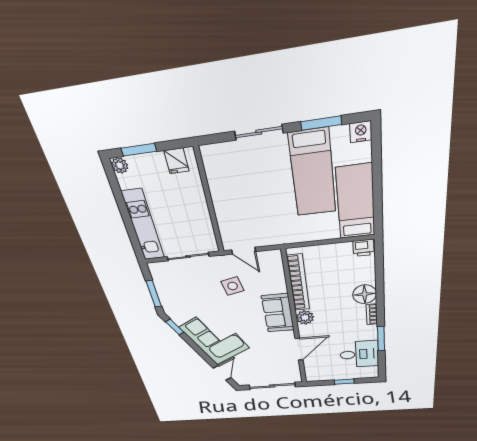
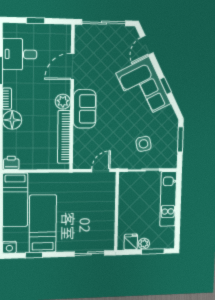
window: (321, 123) -> (34, 255), width x0.67
sliding door: (259, 132) -> (89, 253), moved
plant: (120, 165) -> (144, 244), moved
door: (244, 251) -> (101, 170), hinge flipped
side table: (233, 286) -> (144, 144), moved
window: (175, 327) -> (166, 86), moved

